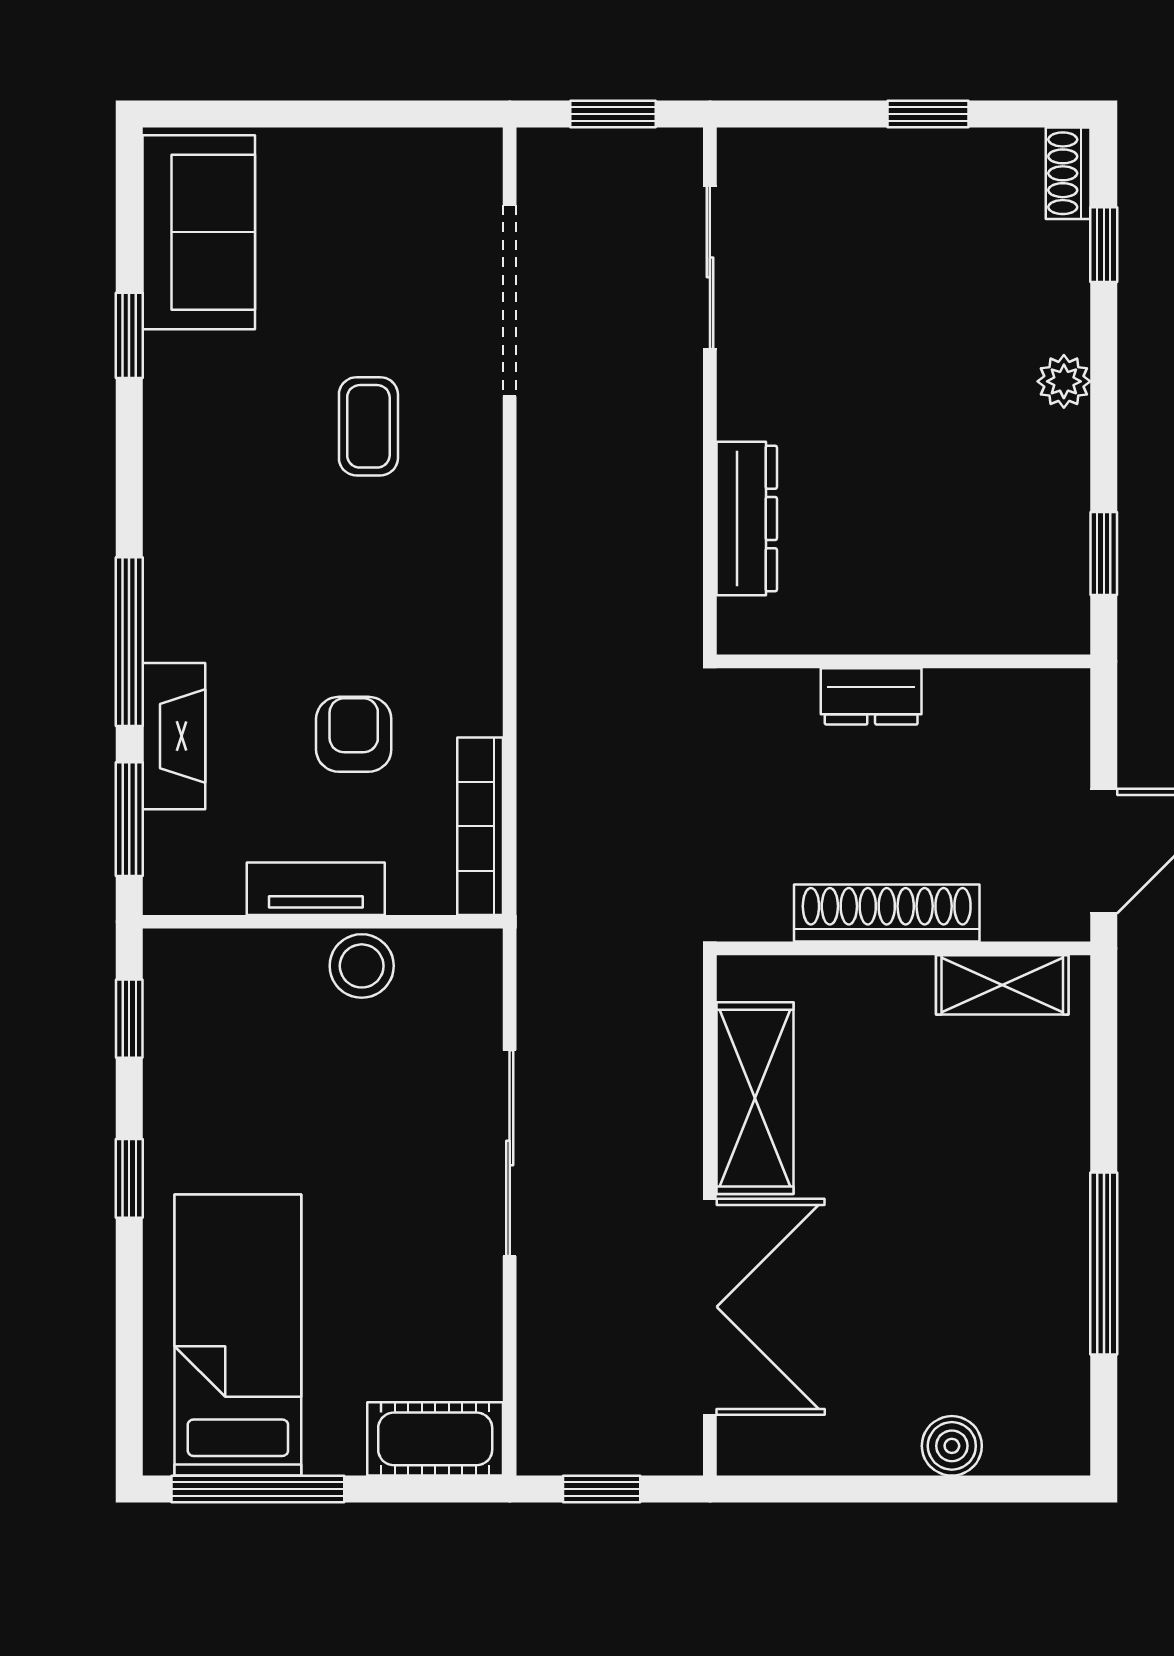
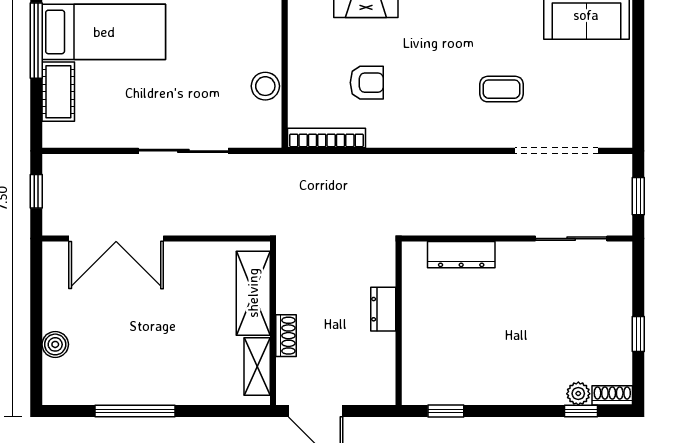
plant: (1064, 381) -> (578, 394), moved
tv unit: (316, 889) -> (299, 66), removed
shoe rack: (887, 913) -> (286, 336), width x0.51, depth x0.81
shelving: (755, 1098) -> (253, 293), moved, turned 90
cot: (435, 1439) -> (58, 92), moved

